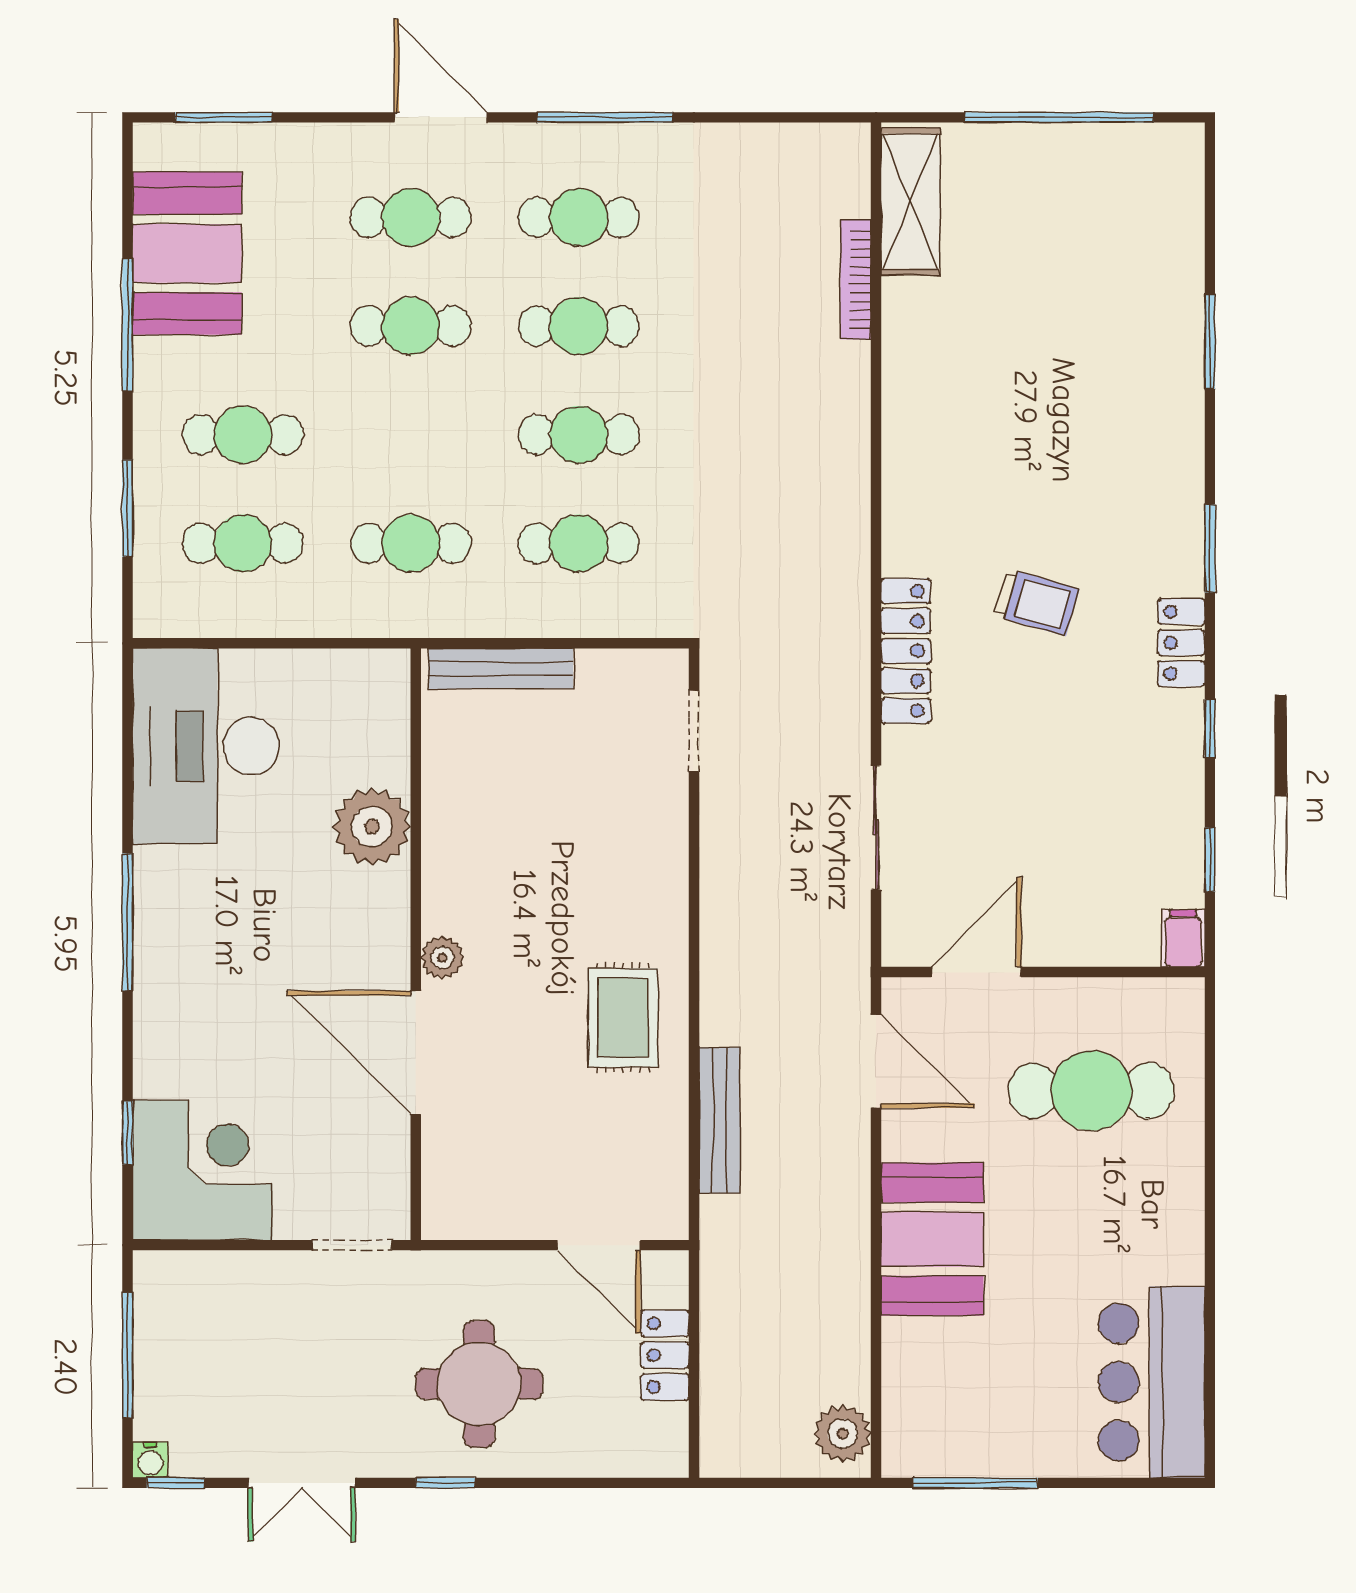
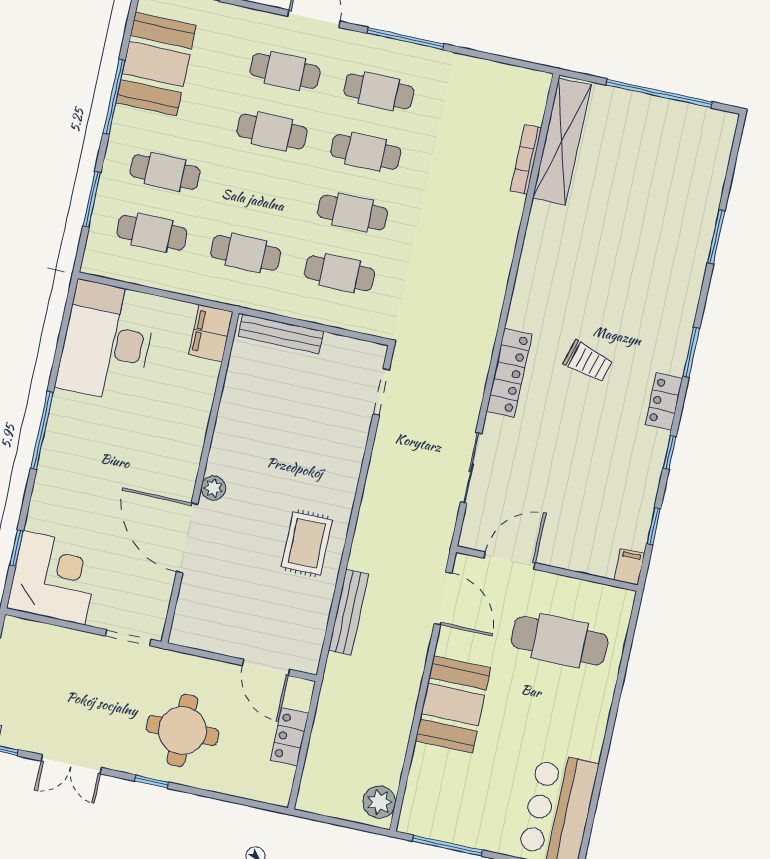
shelving: (910, 201) -> (562, 141), width x1.47
filing cabinet: (381, 693) -> (211, 333), added
plant: (372, 827) -> (190, 406), removed

